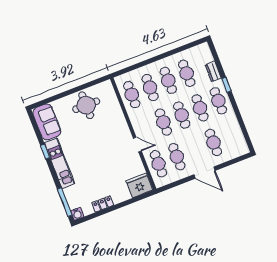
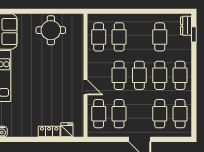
dresser: (213, 72) -> (186, 26), moved
cafe table: (168, 80) -> (180, 114), moved
window: (227, 85) -> (194, 34), moved
fridge: (139, 185) -> (67, 130), width x0.53, depth x0.75
locker: (103, 204) -> (49, 132), moved

